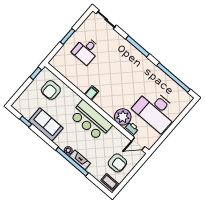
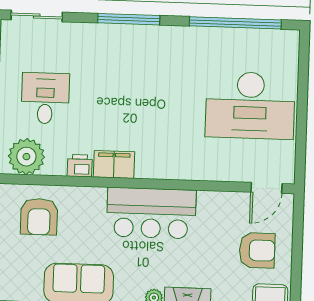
desk: (86, 50) -> (45, 98), turned 180
filing cabinet: (92, 93) -> (114, 164), width x2.00
plant: (123, 117) -> (26, 157), moved
printer: (132, 129) -> (80, 166), moved

